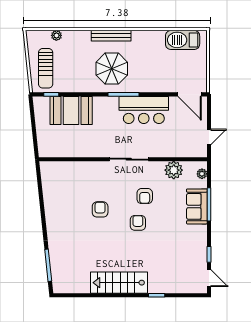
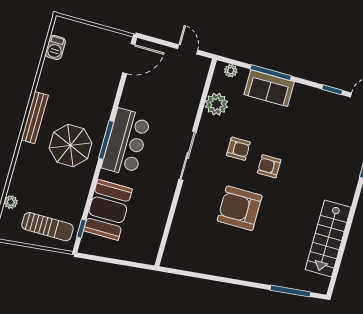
bench: (111, 36) -> (35, 118), moved
barbecue: (183, 40) -> (55, 47), width x0.53, depth x0.65
bar counter: (144, 110) -> (126, 142), moved
armchair: (100, 209) -> (240, 208), width x1.88, depth x1.88
stairs: (119, 283) -> (328, 238), moved

